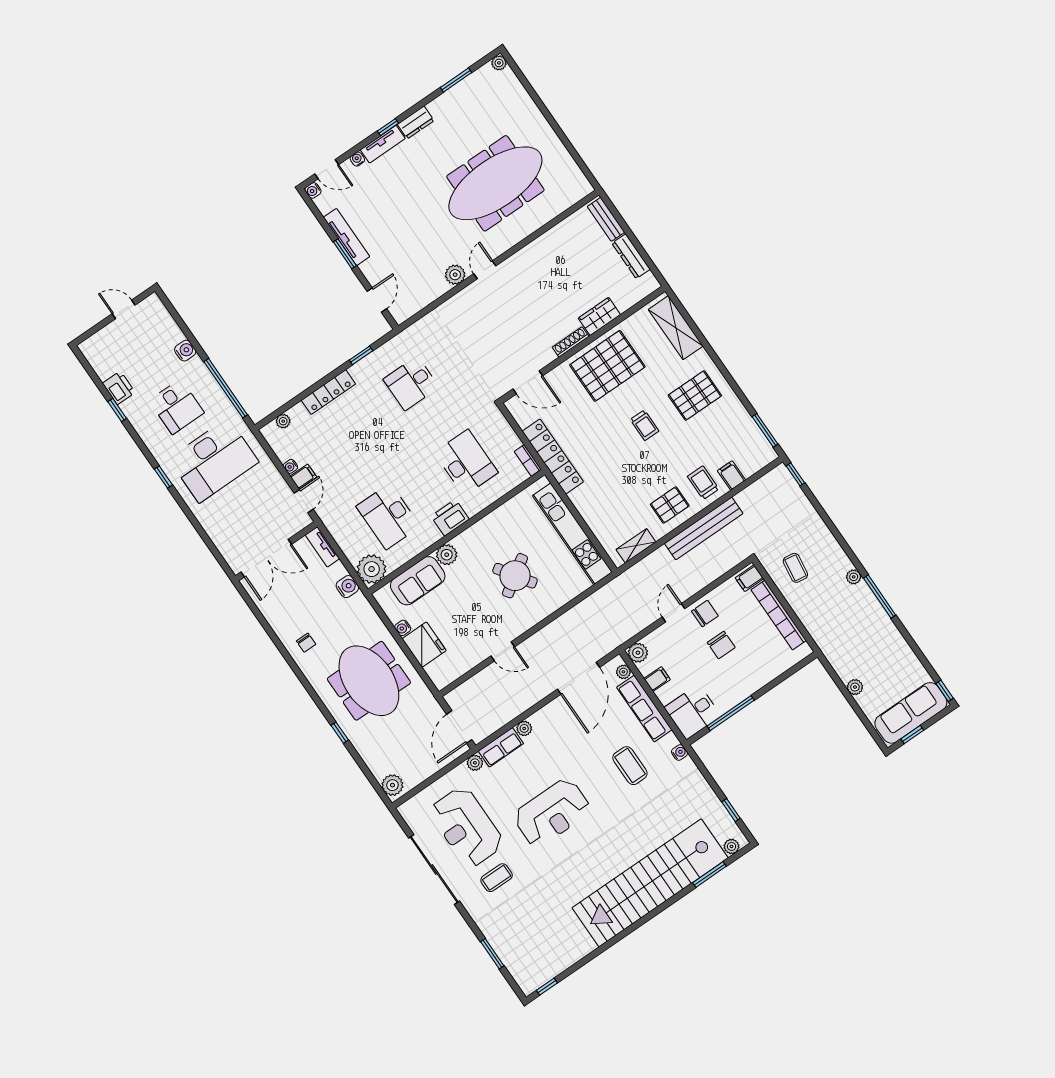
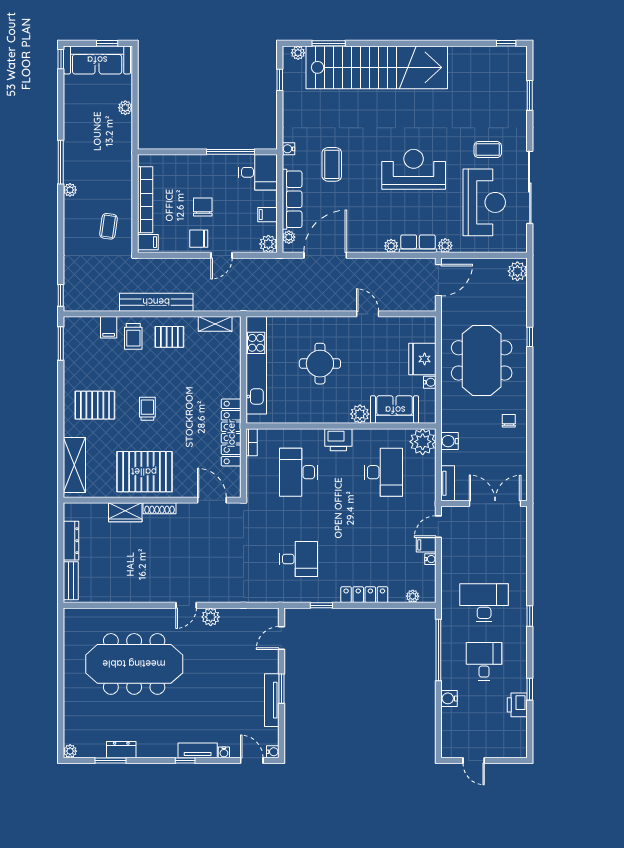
dresser: (416, 122) -> (121, 750), moved
desk: (214, 460) -> (484, 603), width x0.73, depth x0.77
round table: (515, 576) -> (320, 364), turned 34

